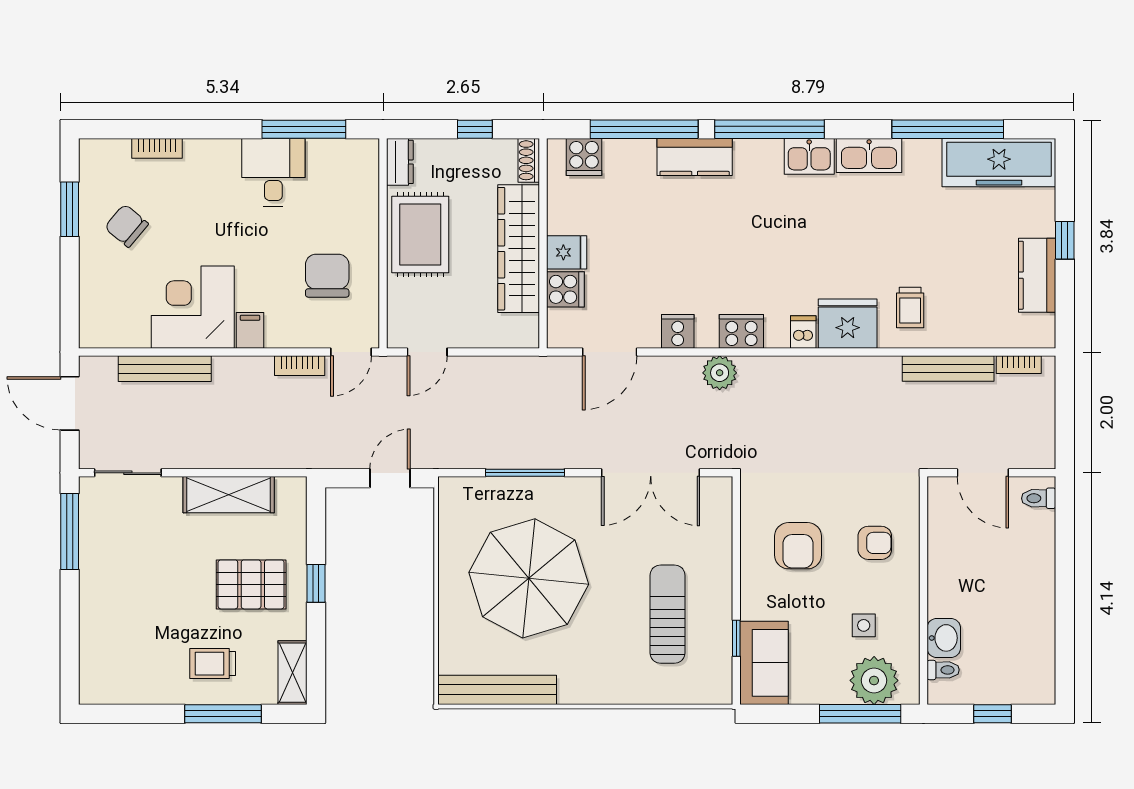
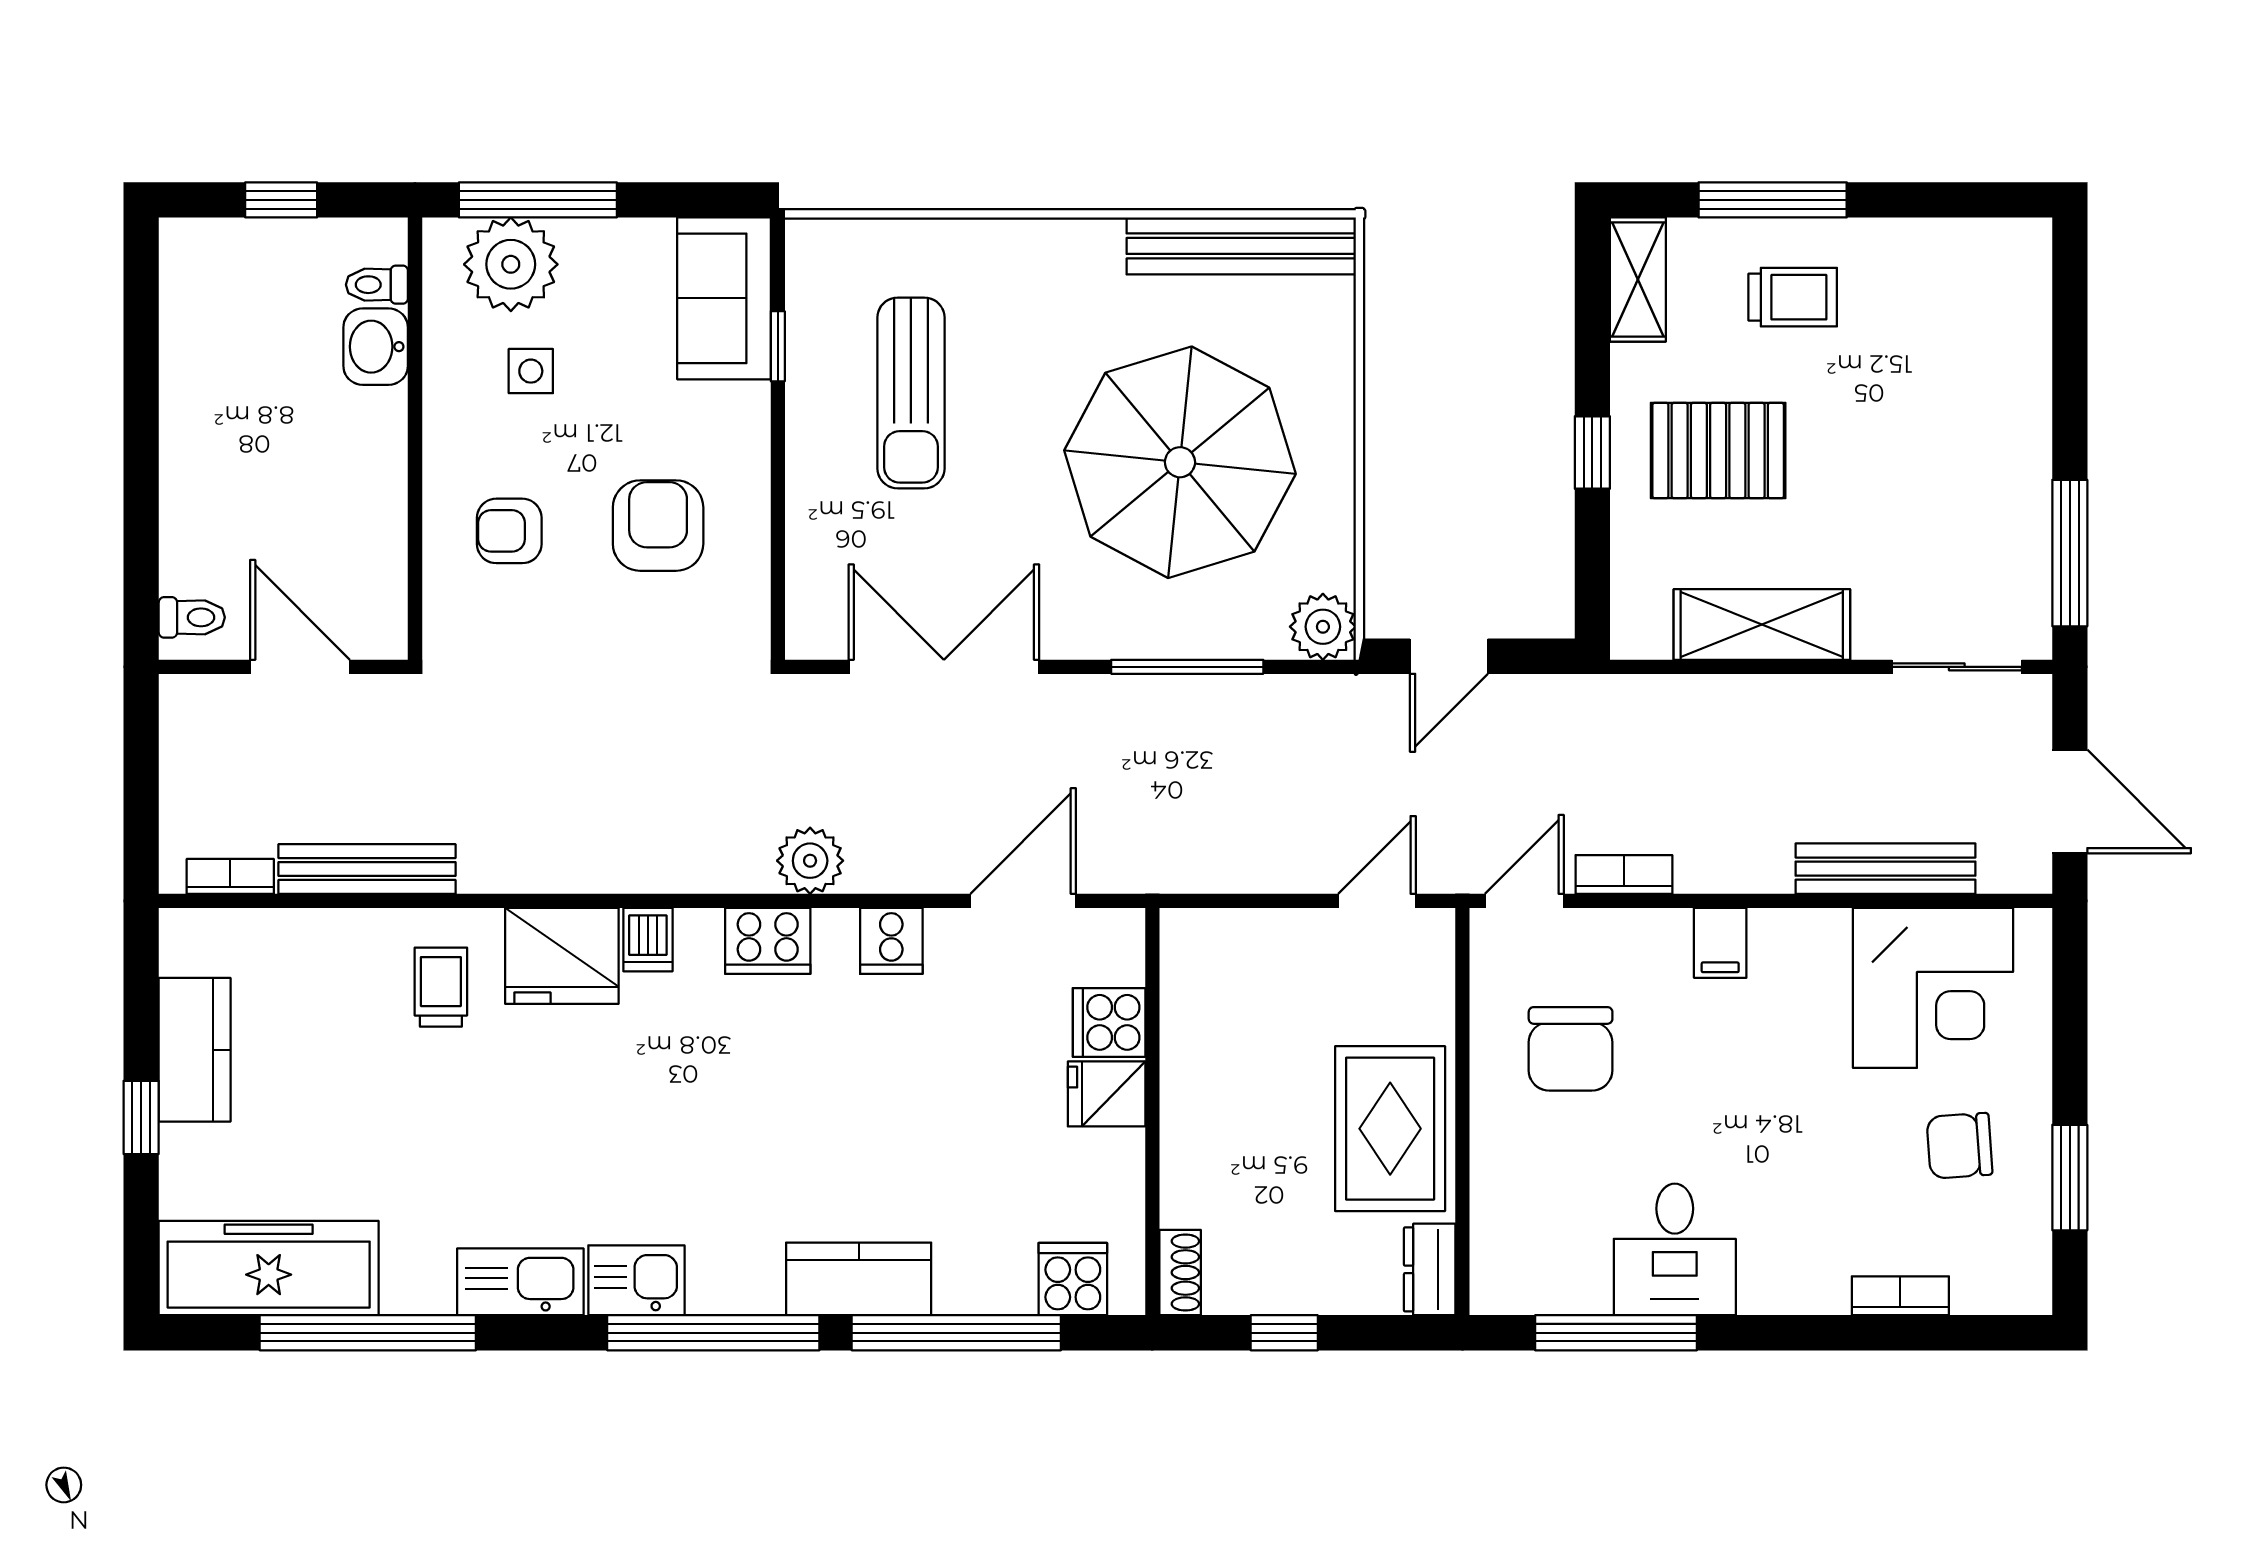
chair: (127, 226) -> (1960, 1146), turned 136
wardrobe: (519, 249) -> (1199, 1101), removed
corner desk: (193, 307) -> (1933, 988), moved
plant: (455, 493) -> (1323, 627), added

